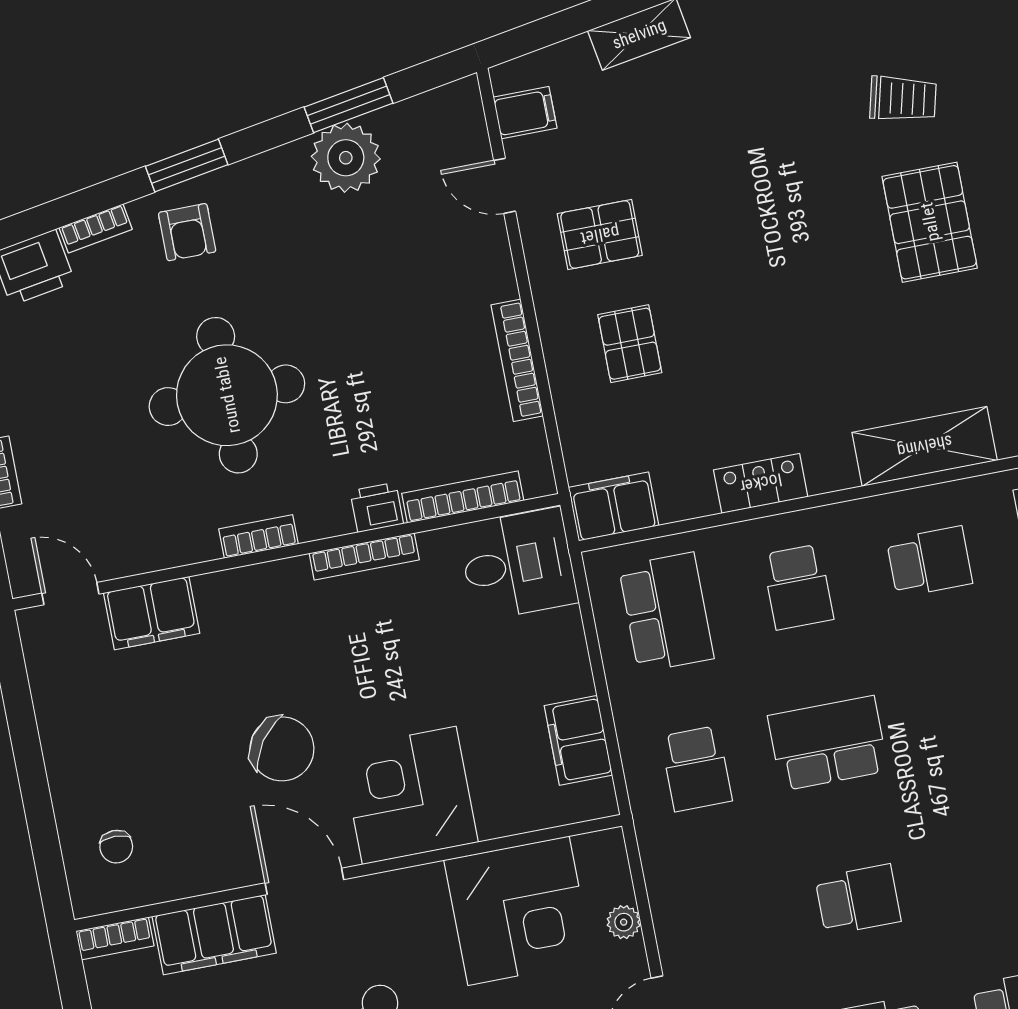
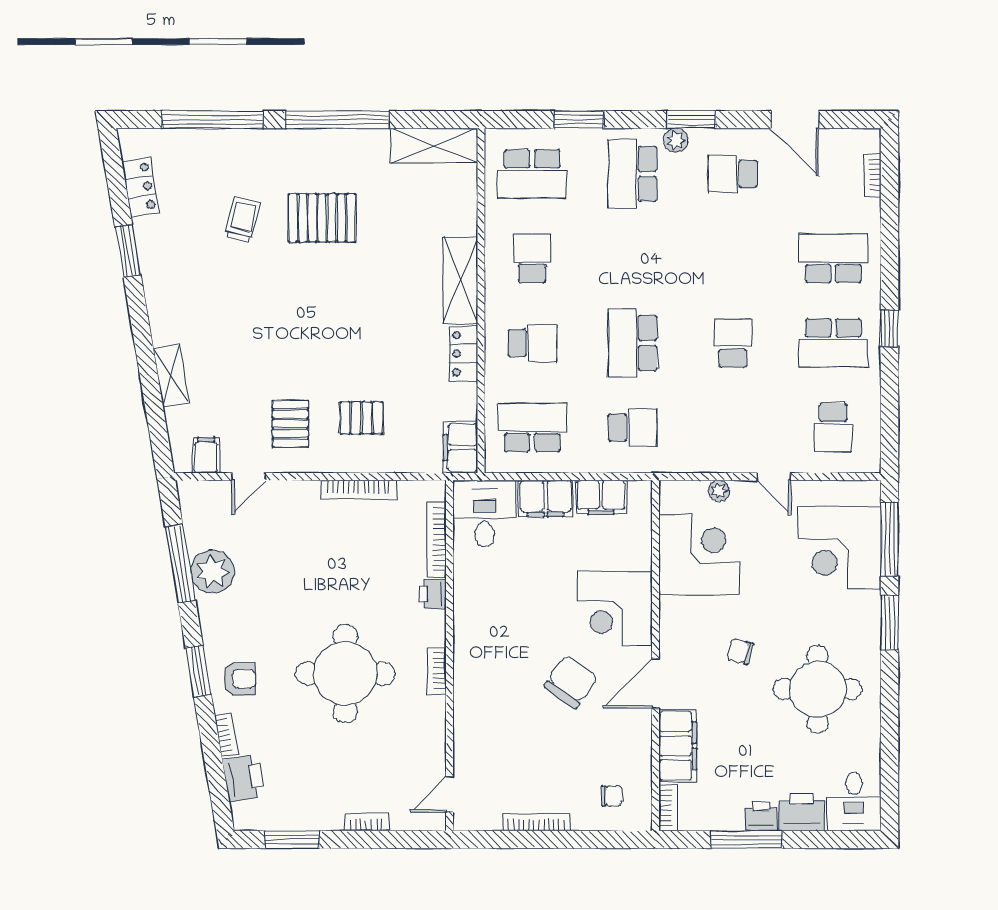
window: (349, 105) -> (180, 564), width x1.44
shelving: (925, 446) -> (460, 280), moved
bookcase: (364, 556) -> (536, 822), moved, turned -90
filing cabinet: (152, 613) -> (546, 498), moved, turned 90

